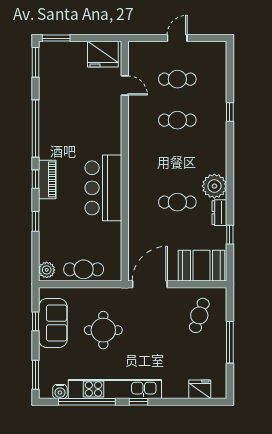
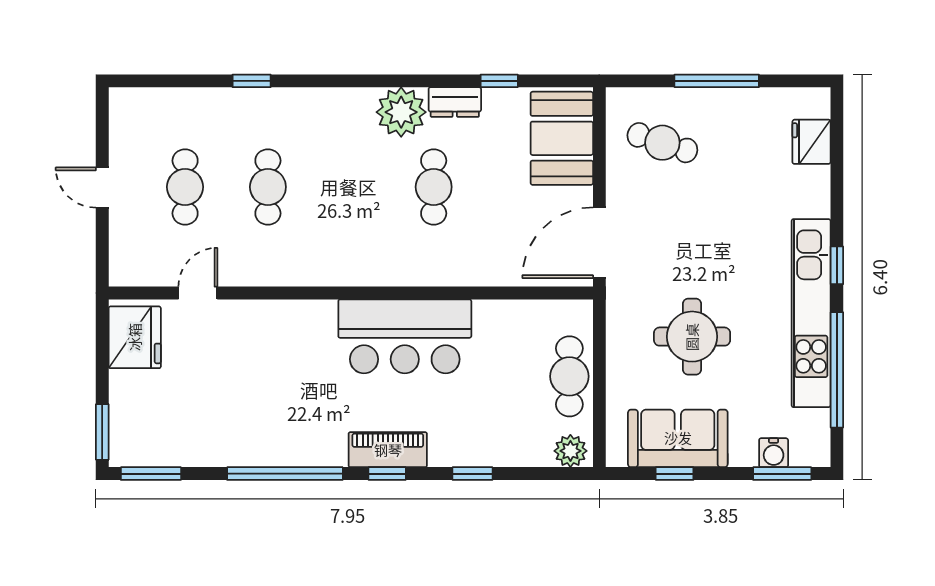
door: (150, 284) -> (599, 243), hinge flipped
water cooler: (60, 391) -> (774, 453), moved, turned 90

